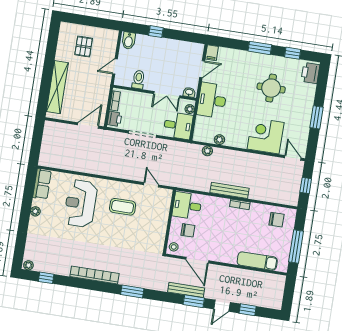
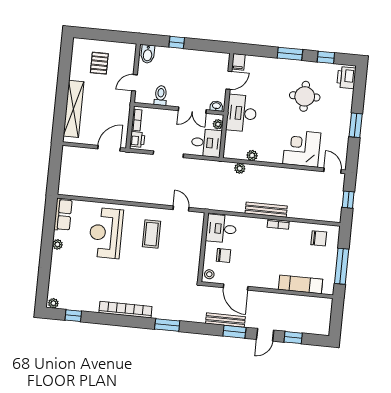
coffee table: (123, 207) -> (151, 234), turned 90

